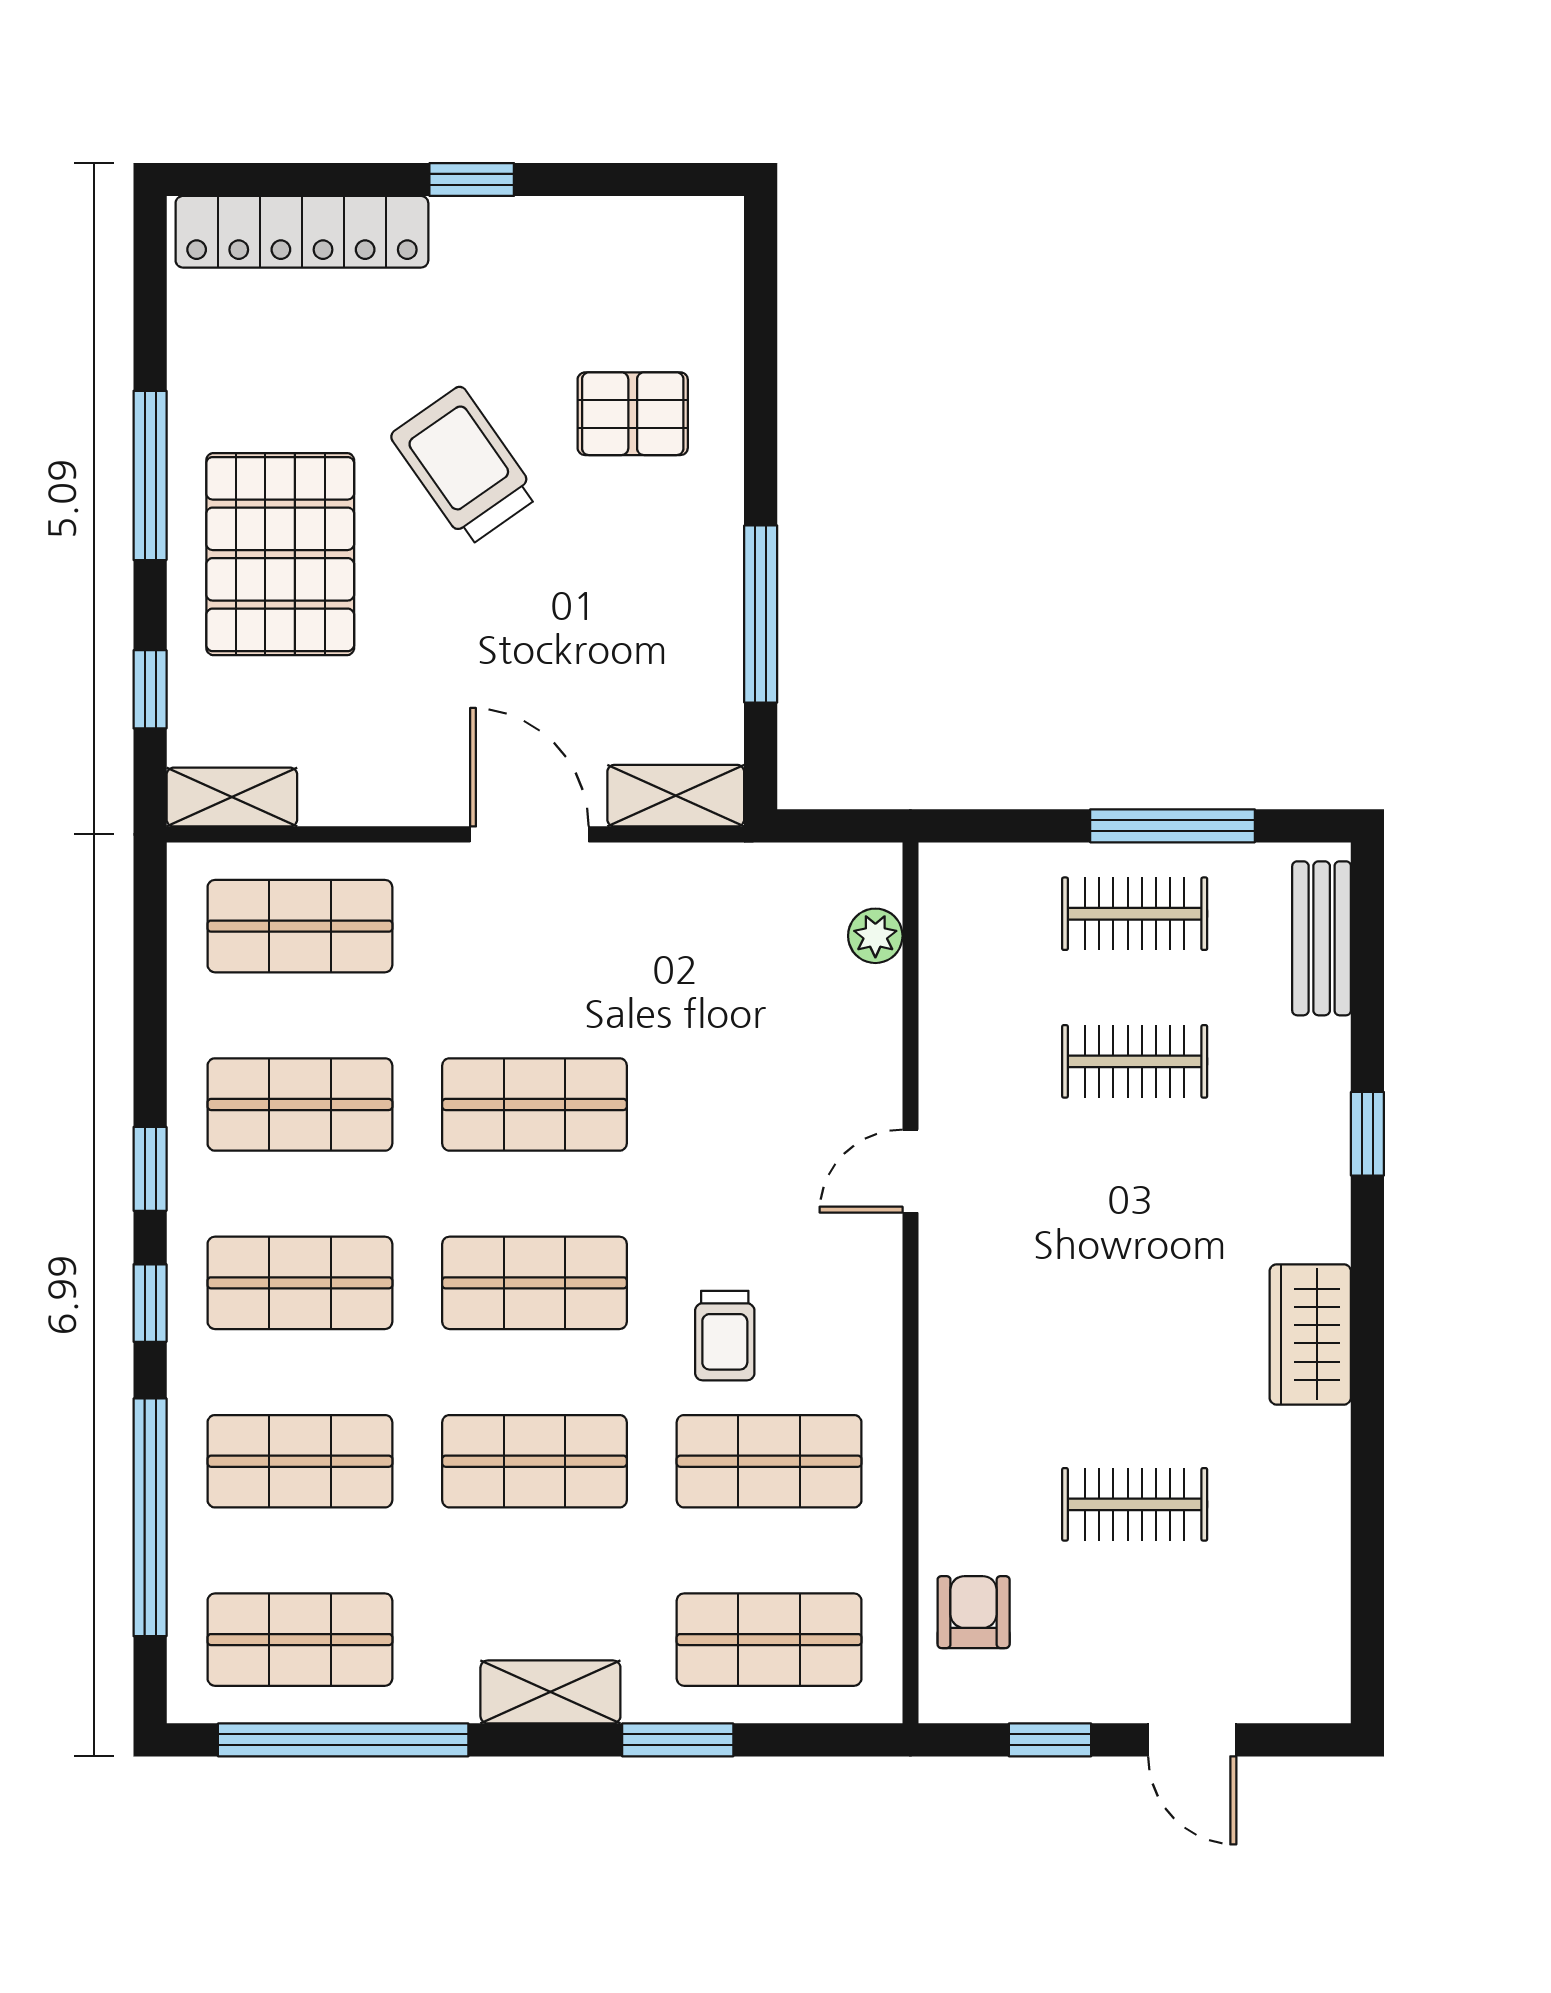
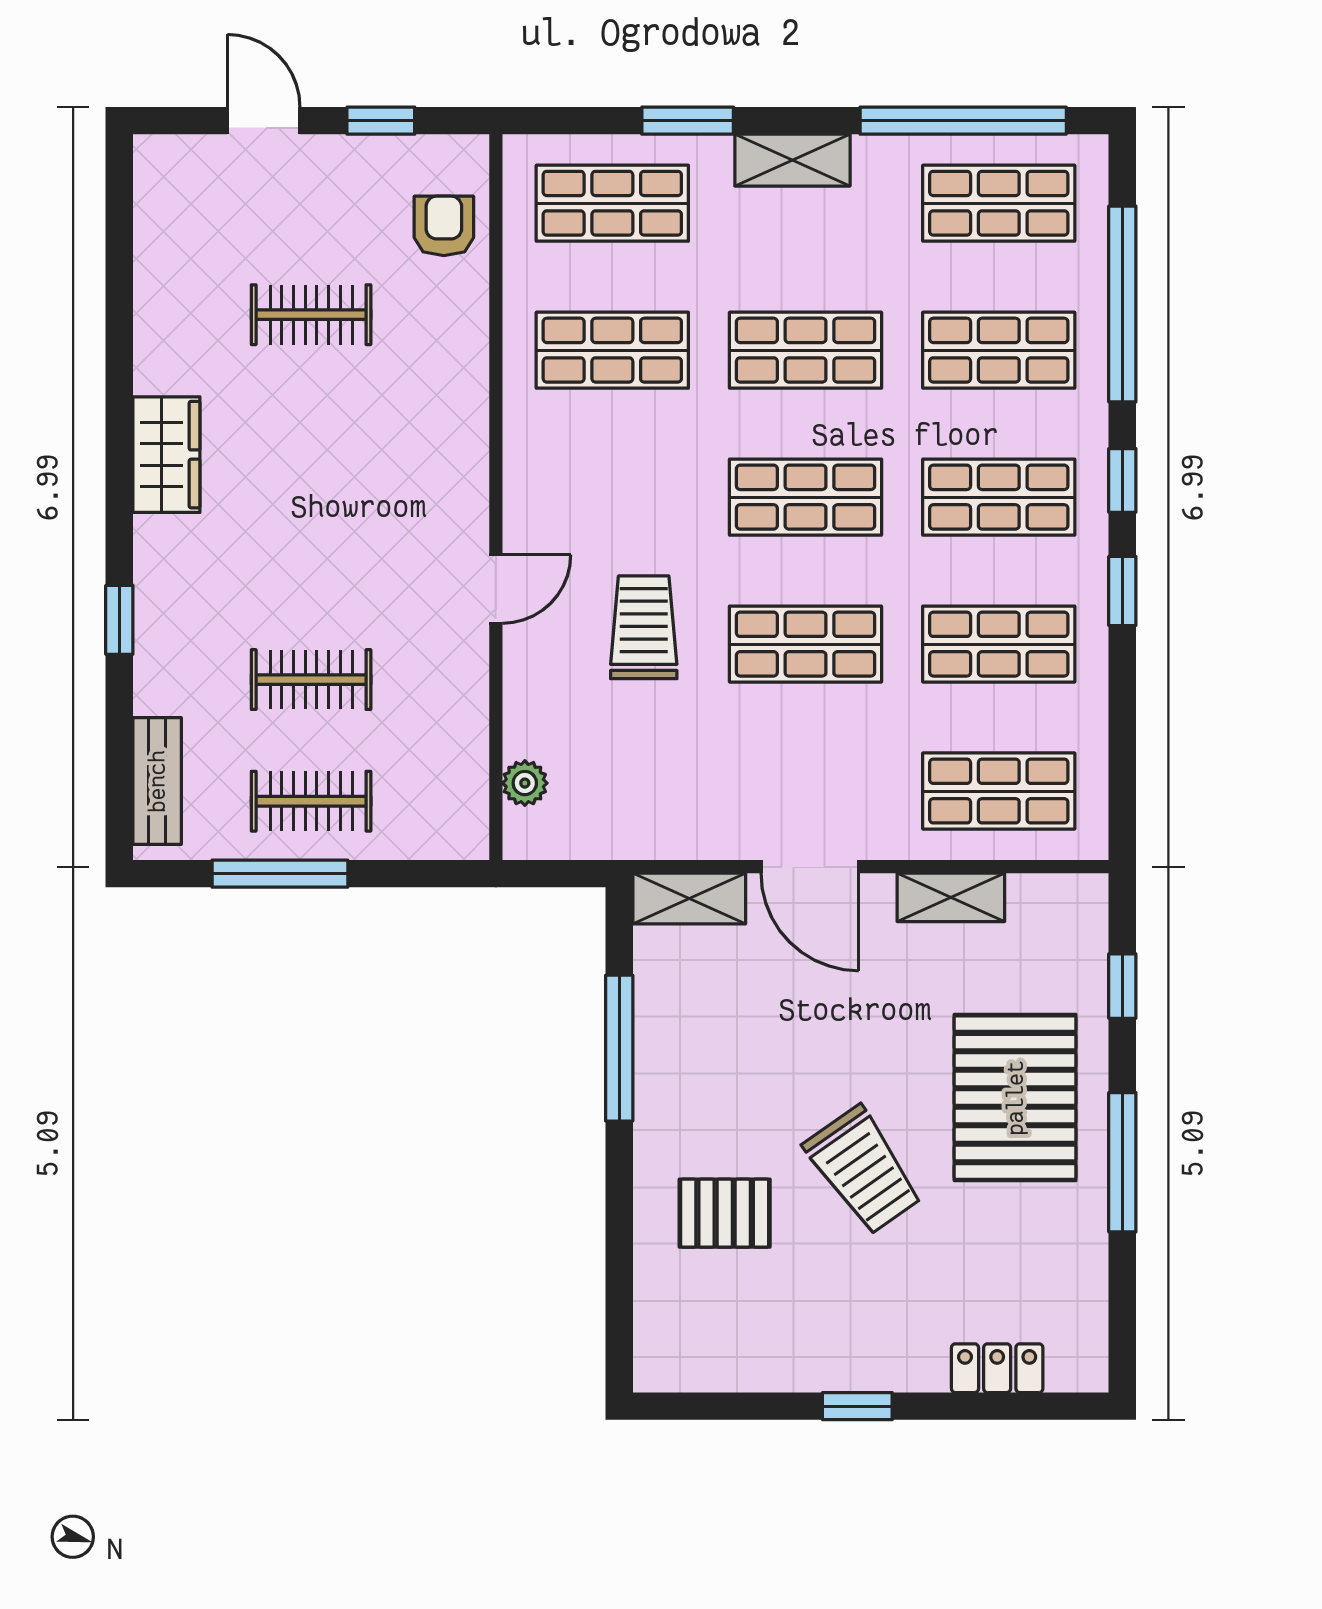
locker: (302, 232) -> (997, 1368), width x0.46, depth x0.83
shelving: (232, 797) -> (951, 897), moved
trolley: (725, 1336) -> (644, 627), moved, width x1.36, depth x1.39
armchair: (974, 1612) -> (444, 226), turned 180

